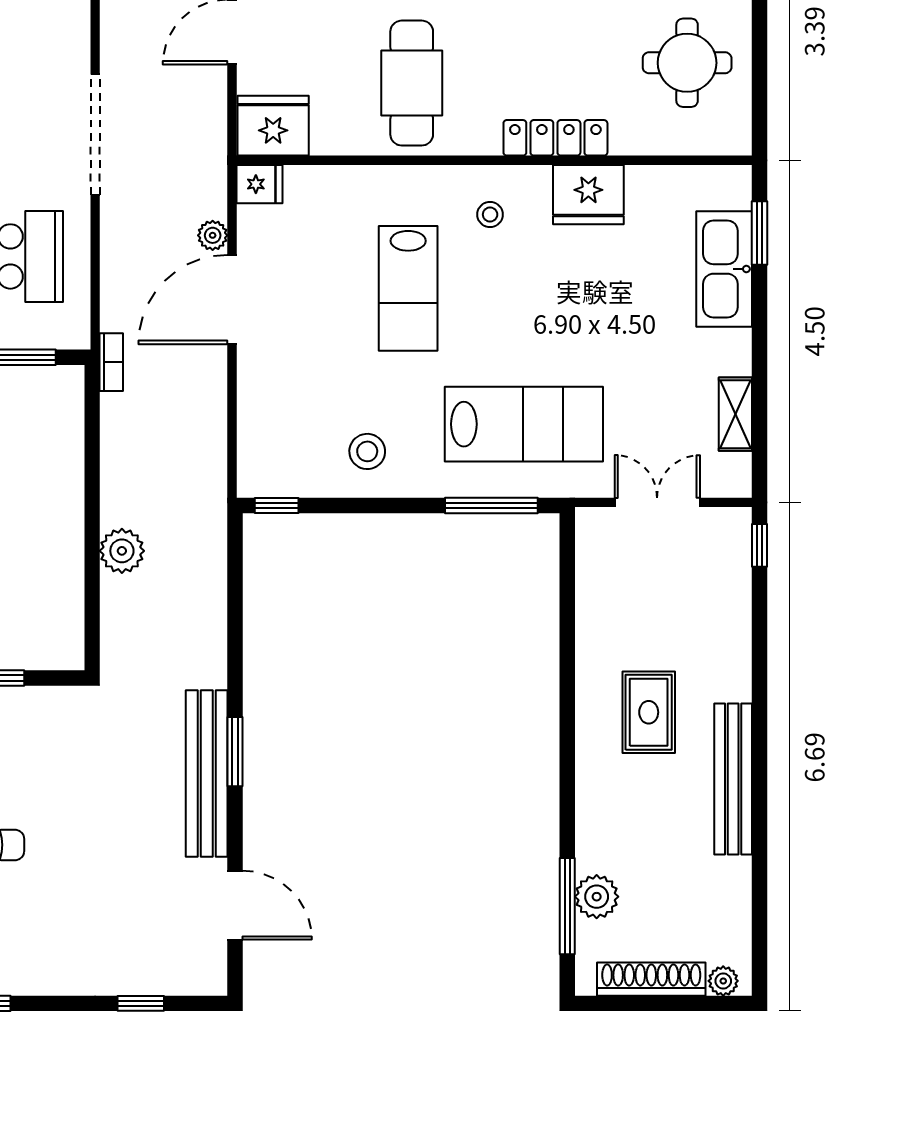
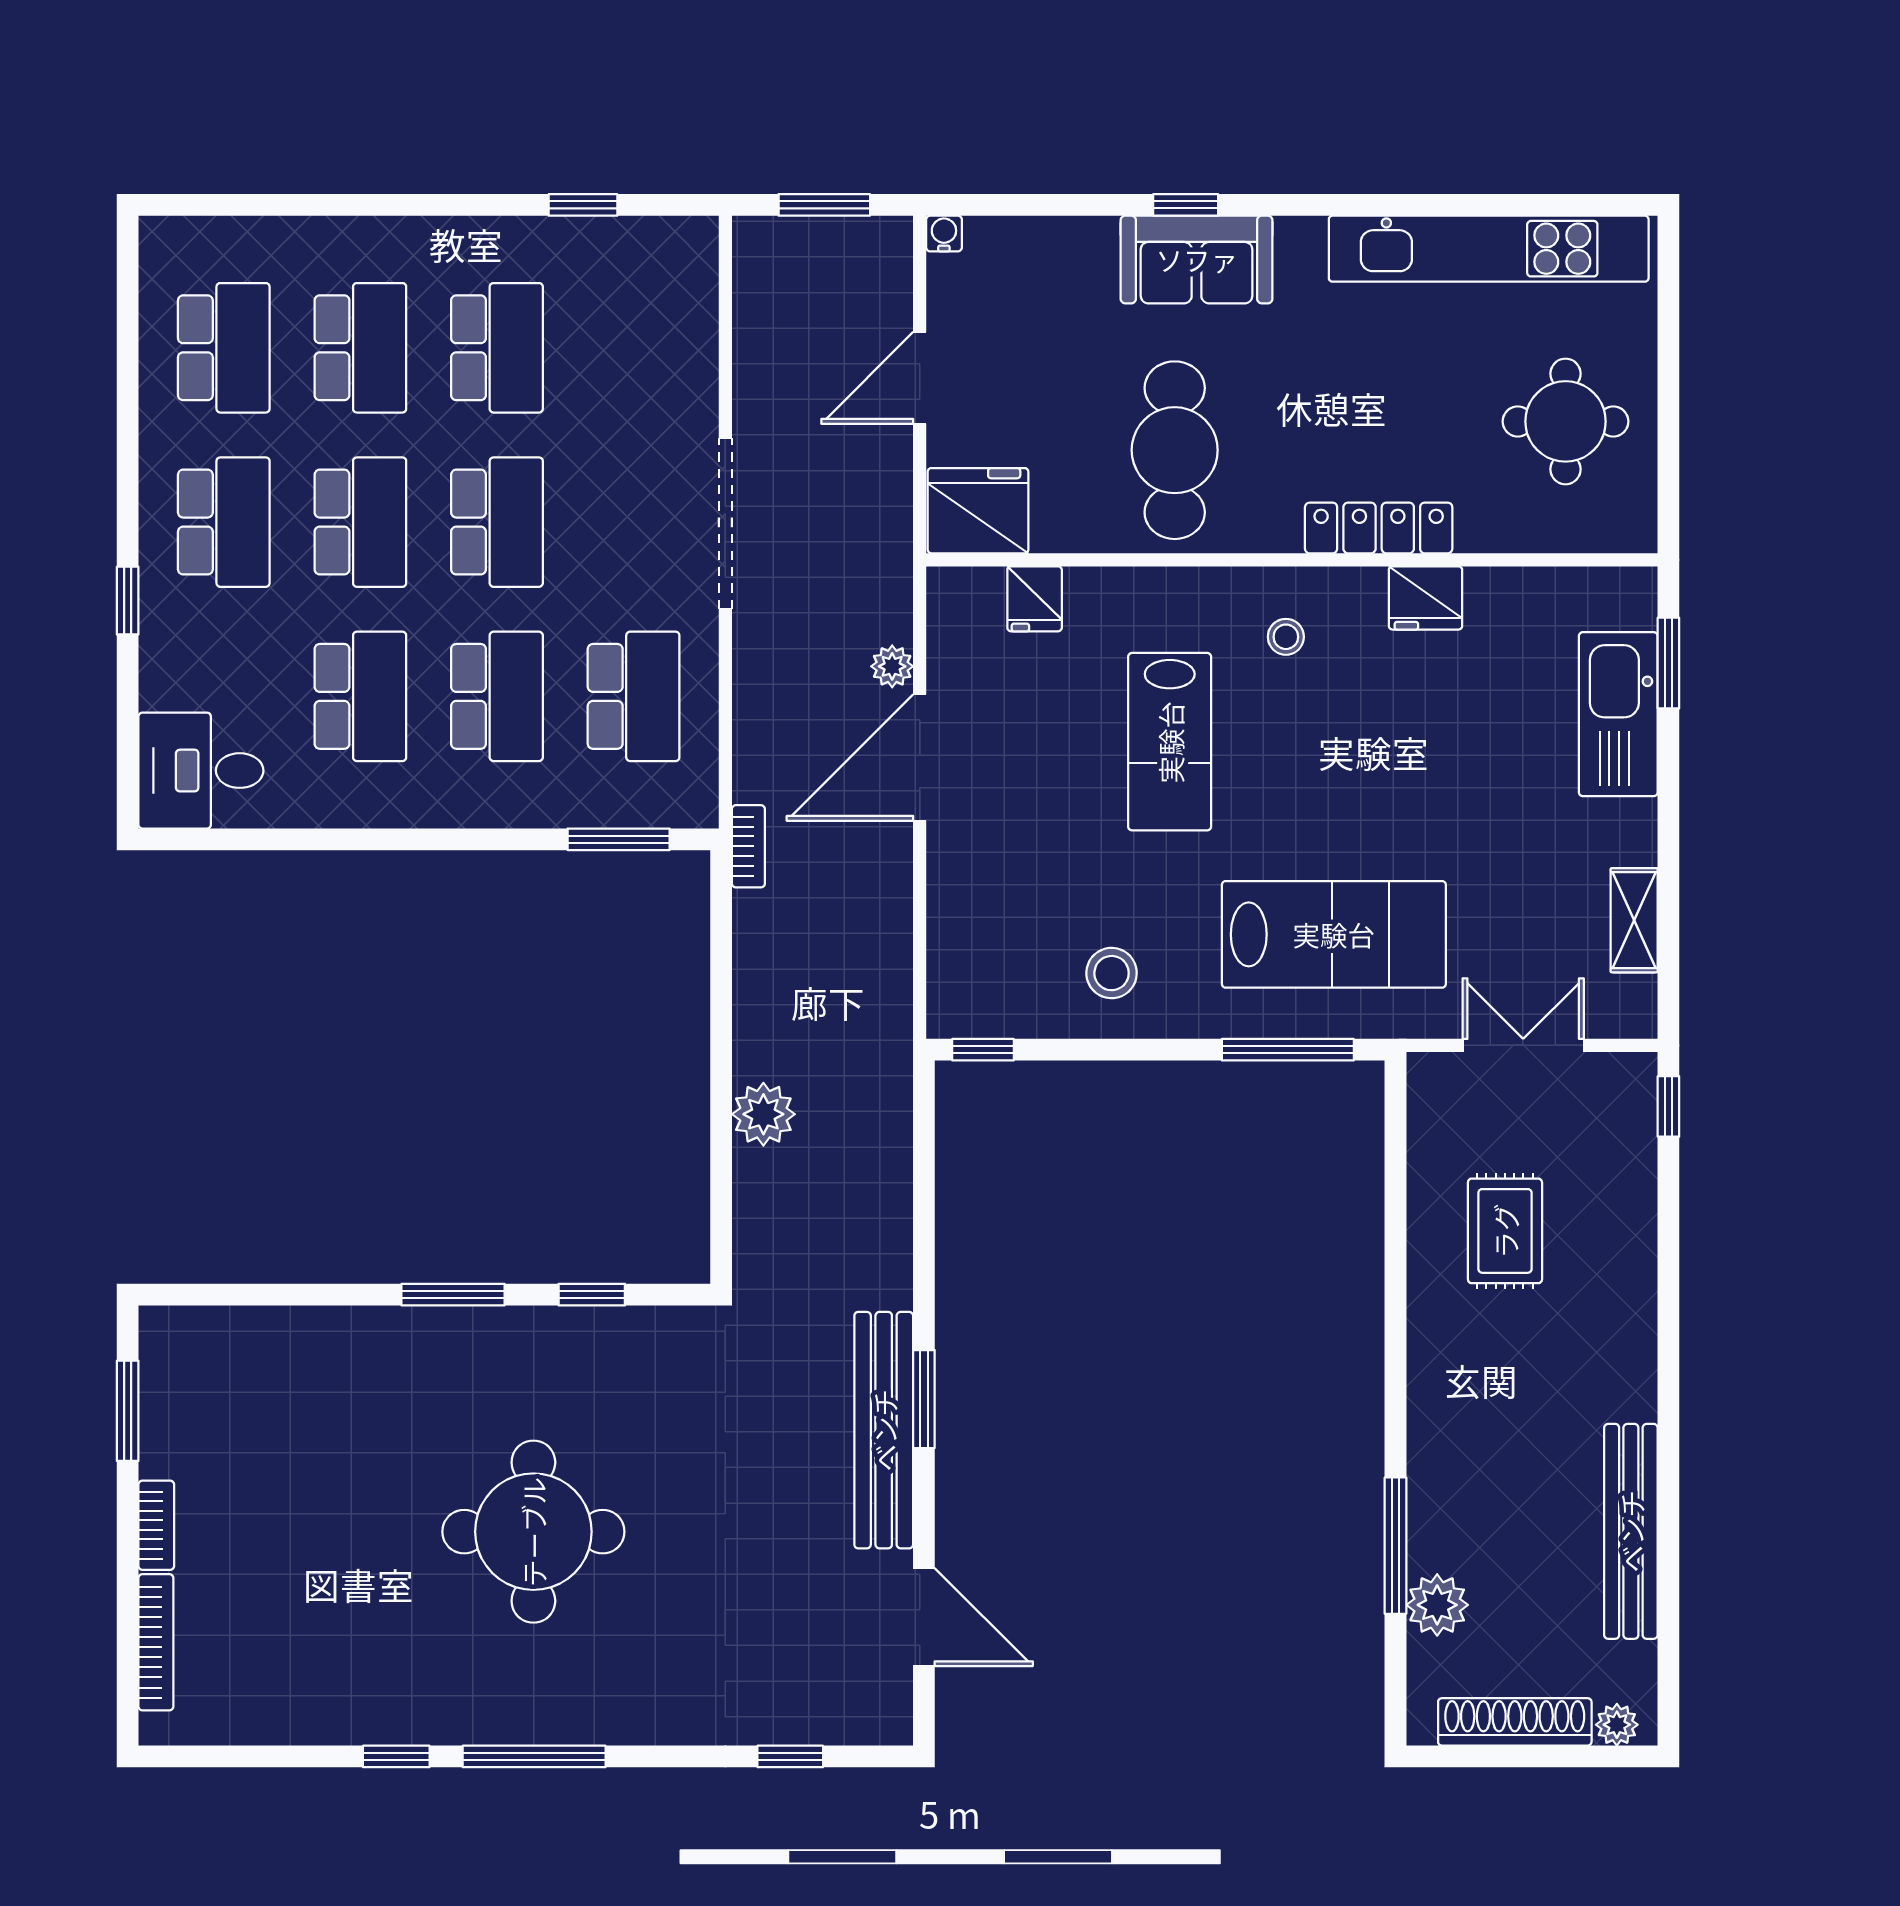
fridge: (259, 184) -> (1035, 599), moved, turned 90
fridge: (588, 195) -> (1426, 598), width x0.73, depth x0.75
rug: (649, 712) -> (1505, 1231), moved
bench: (733, 779) -> (1631, 1531), moved
window: (567, 906) -> (1395, 1546), moved

